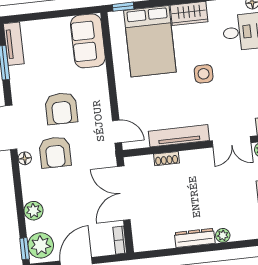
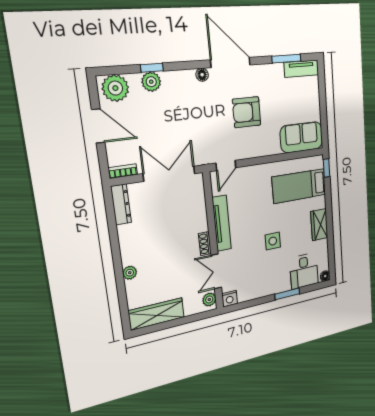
bed: (150, 41) -> (299, 186), width x0.67
armchair: (55, 152) -> (208, 105), removed
shoe rack: (166, 159) -> (205, 244), moved
dresser: (195, 238) -> (121, 204), moved
window: (25, 249) -> (152, 68), moved

